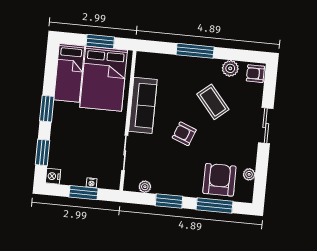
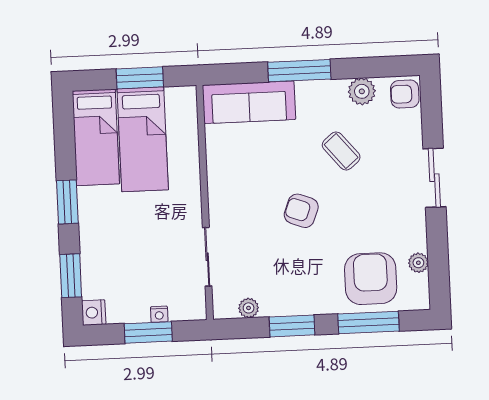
bed: (104, 79) -> (143, 139), width x0.67
coffee table: (213, 102) -> (341, 151), width x0.73, depth x0.77
sofa: (143, 105) -> (249, 102), moved, turned 90

